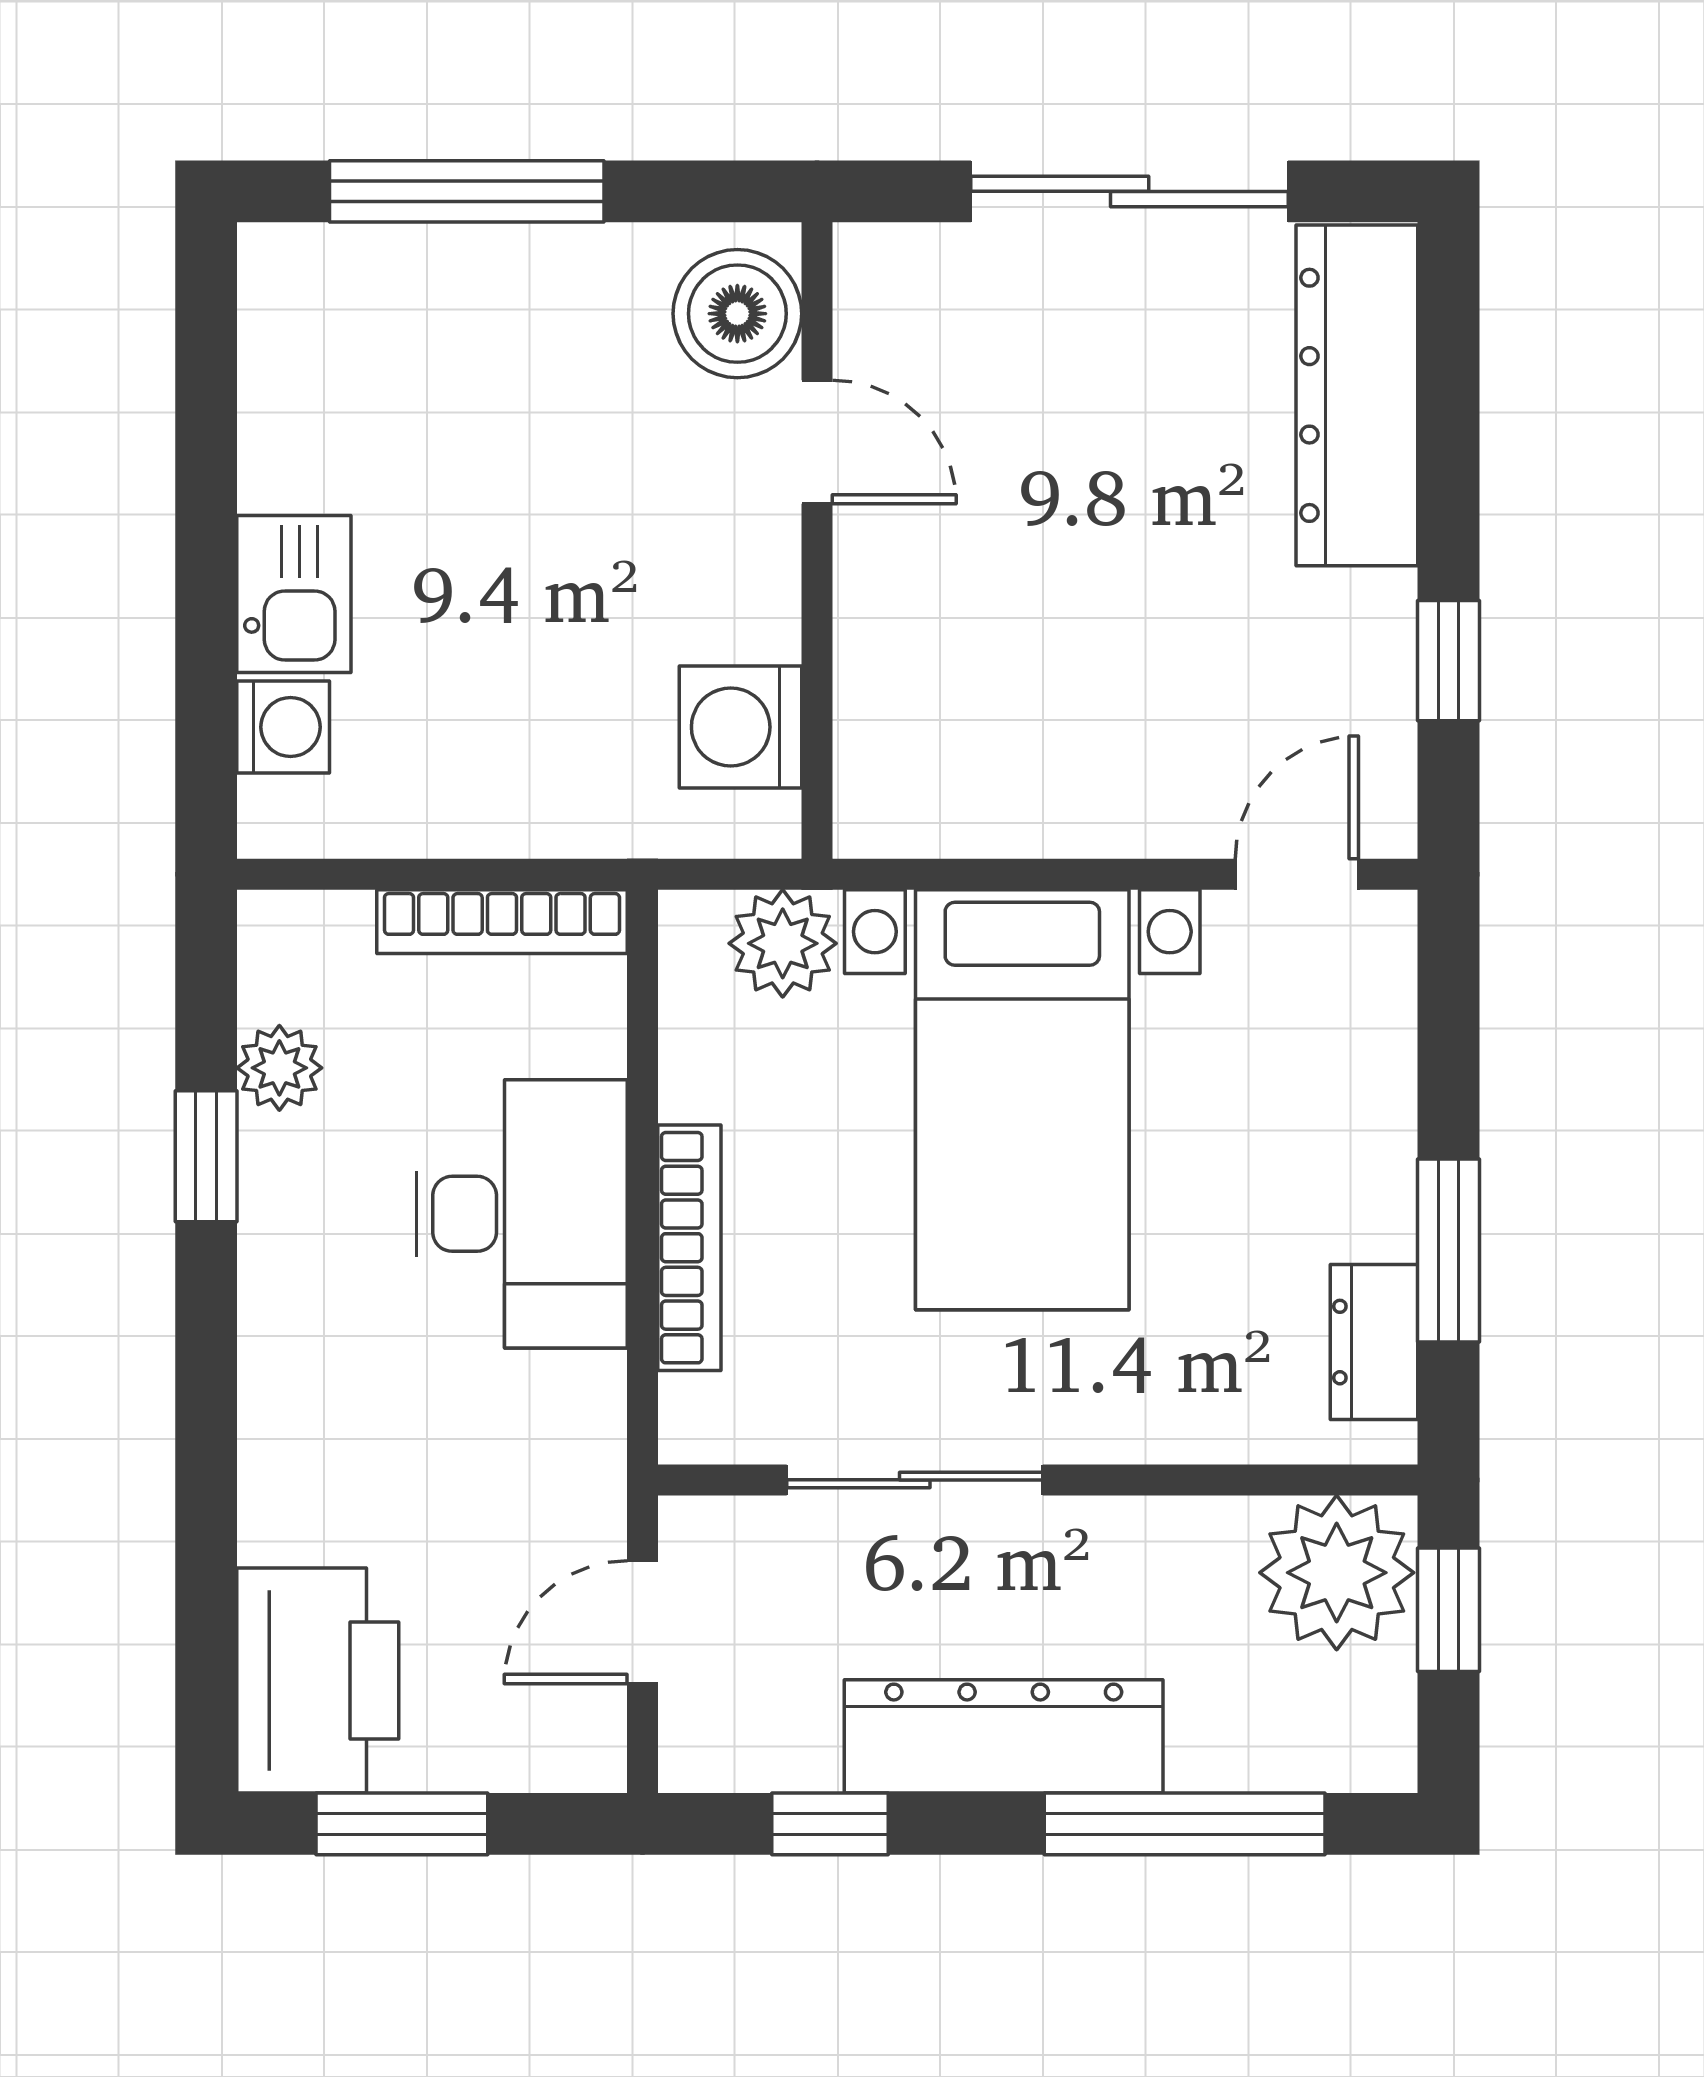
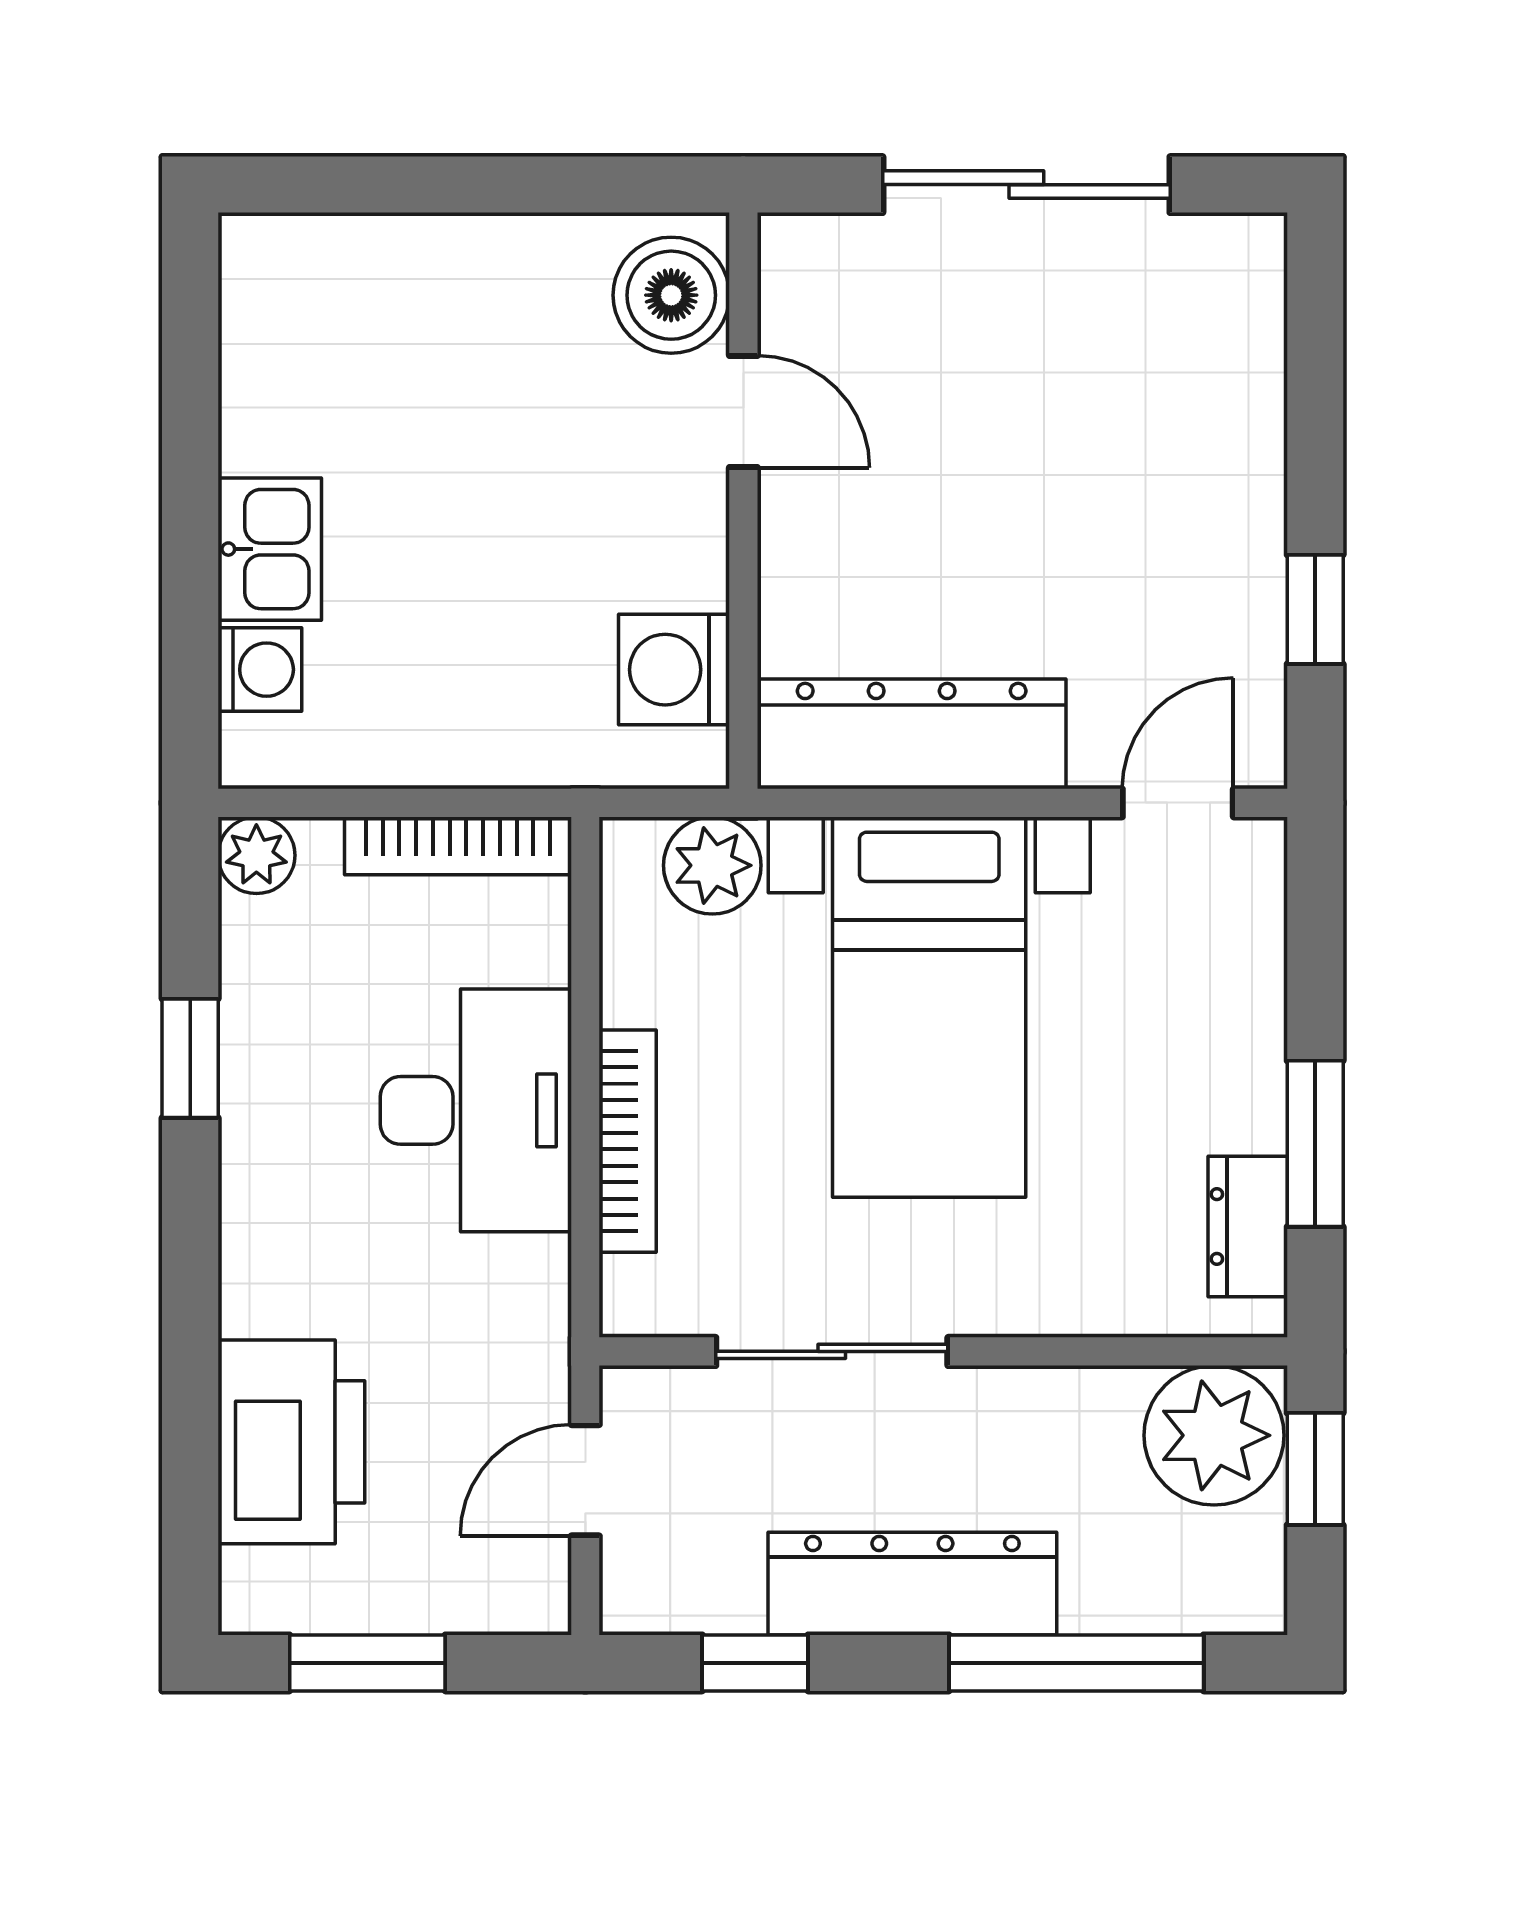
window: (467, 191) -> (426, 185), removed
dresser: (1357, 395) -> (912, 734), moved, turned 90
plant: (279, 1068) -> (256, 855), moved
printer: (318, 1681) -> (291, 1442), moved

